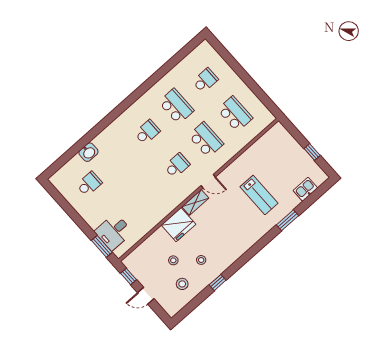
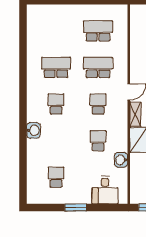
school desk: (205, 80) -> (98, 141), moved
washbasin: (88, 152) -> (33, 130), moved
washbasin: (149, 223) -> (121, 160), added
window: (102, 246) -> (76, 207), moved

